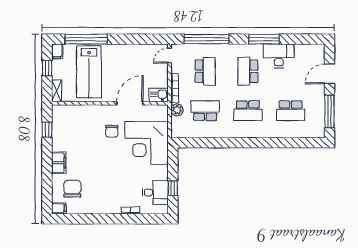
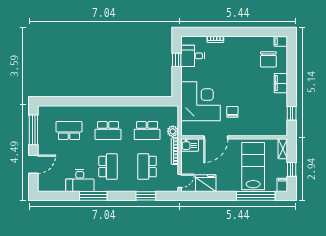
window: (206, 39) -> (146, 196), width x0.47
fridge: (141, 53) -> (206, 183), added
school desk: (248, 111) -> (108, 131), turned 180

